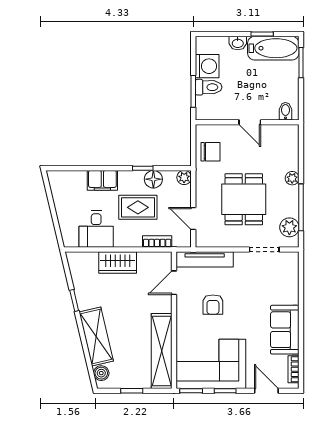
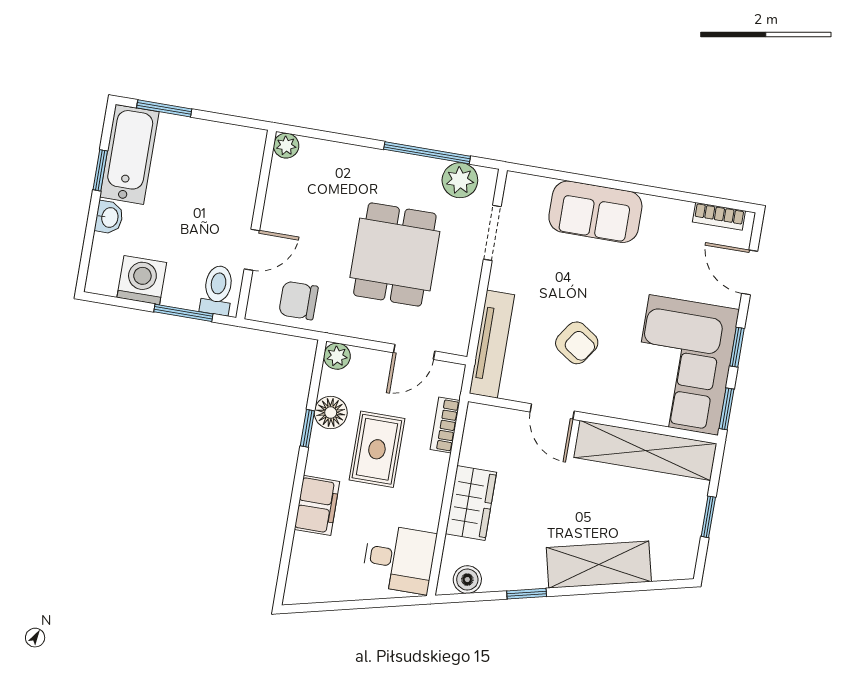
toilet: (209, 87) -> (217, 290), moved
bidet: (285, 111) -> (248, 152), removed
door: (250, 122) -> (252, 250), moved
chair: (210, 152) -> (298, 300), turned -90
plant: (292, 178) -> (286, 146), moved
dining table: (244, 199) -> (395, 255), turned 90
desk: (96, 229) -> (399, 559), moved
door: (174, 283) -> (552, 412), moved
armchair: (213, 305) -> (577, 343), turned 34
sofa: (285, 330) -> (595, 212), moved
boiler: (101, 373) -> (467, 580), moved
door: (266, 391) -> (750, 272), hinge flipped

